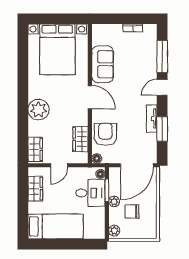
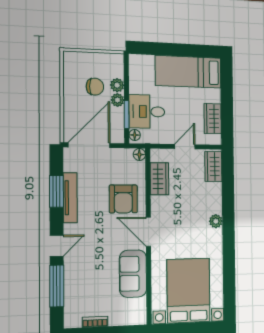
plant: (39, 110) -> (216, 221), width x0.53, depth x0.53
tv unit: (152, 119) -> (70, 198), width x1.41
armchair: (105, 134) -> (123, 199), moved
plant: (114, 231) -> (117, 85), moved

